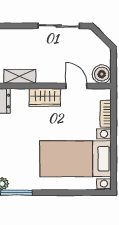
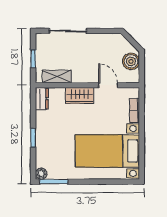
sliding door: (59, 26) -> (68, 31), moved
boiler: (102, 74) -> (131, 61), moved

